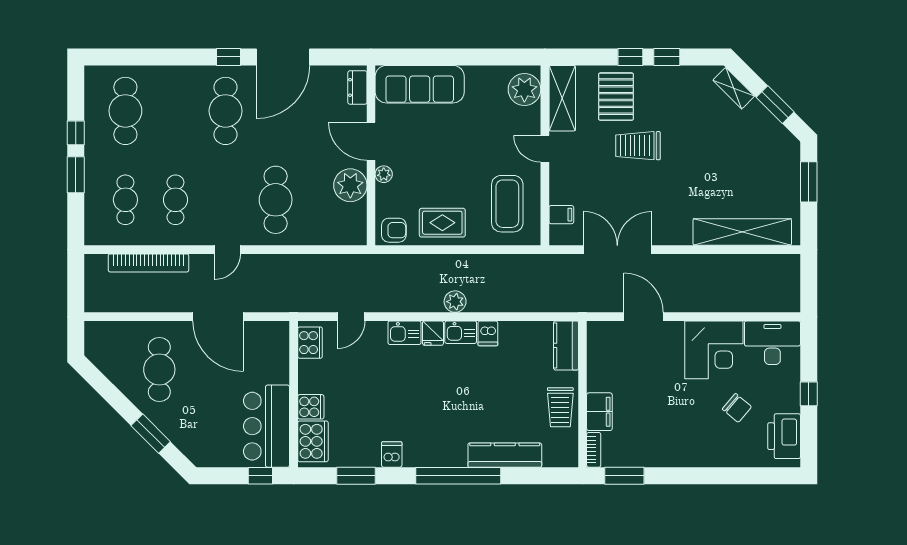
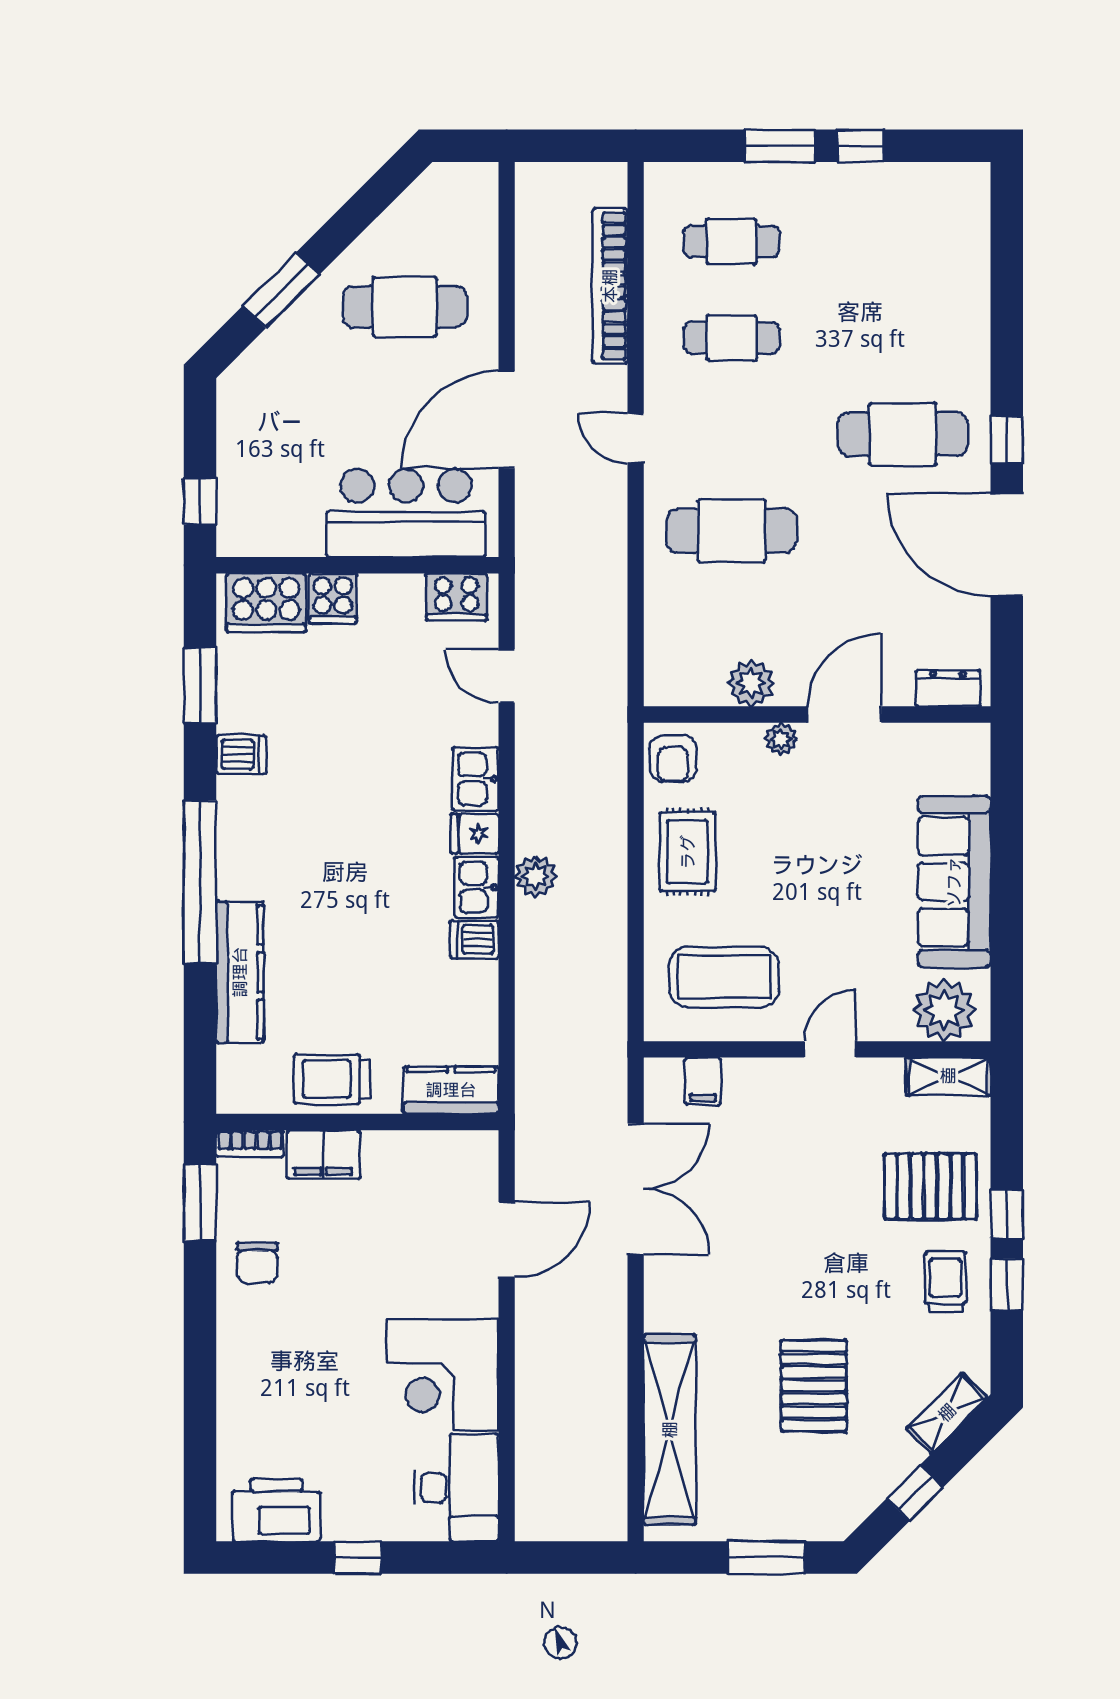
sofa: (420, 84) -> (954, 882), moved
shelving: (562, 98) -> (948, 1076), width x0.67, depth x0.75
window: (775, 105) -> (915, 1493), width x0.67
cafe table: (125, 111) -> (903, 241), removed
trolley: (638, 146) -> (945, 1282), moved, width x0.73, depth x0.72
pallet: (719, 157) -> (814, 1386), added
plant: (350, 185) -> (751, 683), width x0.73, depth x0.73
chair: (737, 408) -> (257, 1263), moved, turned -40
bar counter: (266, 426) -> (406, 513), moved

